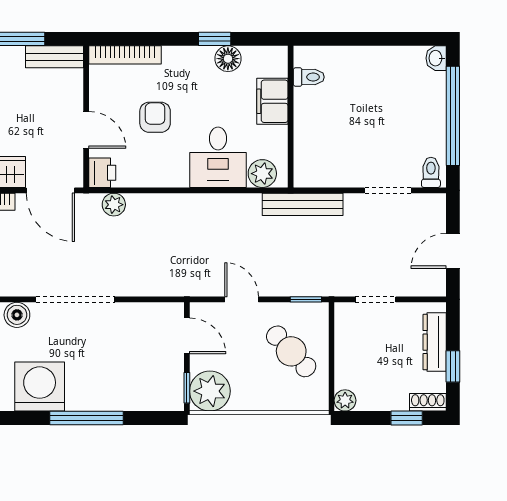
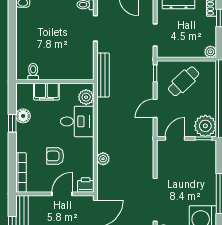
plant: (114, 205) -> (103, 159), moved

